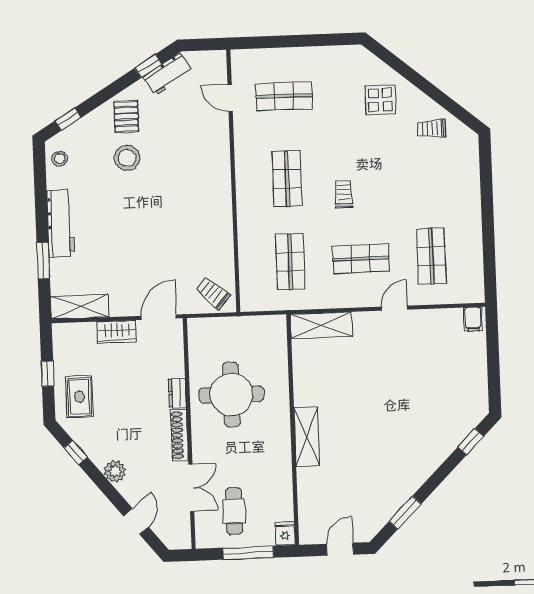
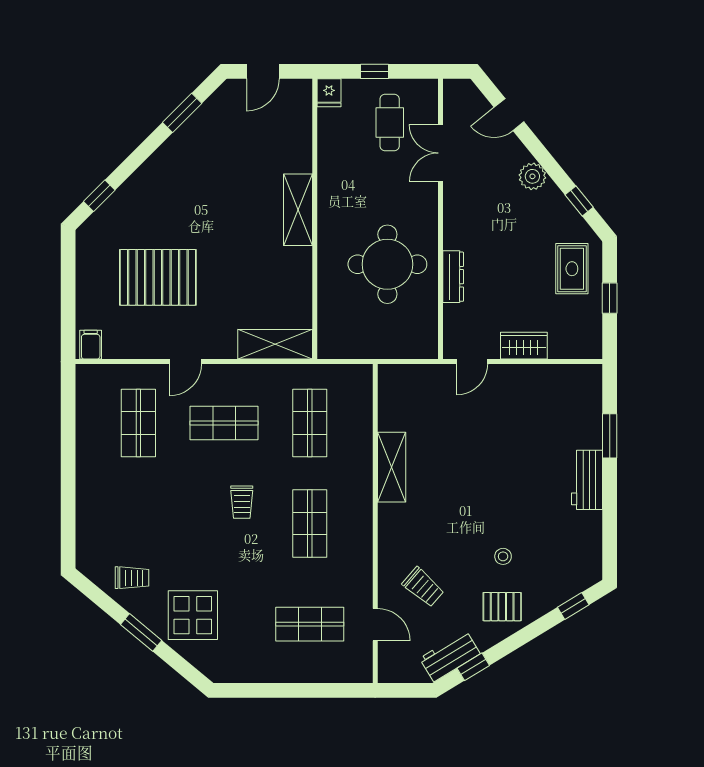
window: (422, 84) -> (141, 632), added
display table: (380, 100) -> (193, 615), width x1.36, depth x1.36
pallet: (126, 117) -> (502, 607), turned 90
stool: (127, 158) -> (503, 556), width x0.53, depth x0.53
stool: (60, 159) -> (585, 558), removed
workbench: (60, 223) -> (587, 480), width x0.73
trolley: (213, 293) -> (423, 587), moved
shelving: (80, 307) -> (392, 467), moved, turned 90
door: (159, 317) -> (472, 362), width x0.73
pallet: (420, 377) -> (158, 277), added
dresser: (177, 393) -> (453, 277), width x1.44
shoe rack: (179, 435) -> (453, 217), removed
door: (136, 521) -> (509, 115), hinge flipped
window: (248, 553) -> (375, 71), width x0.46

